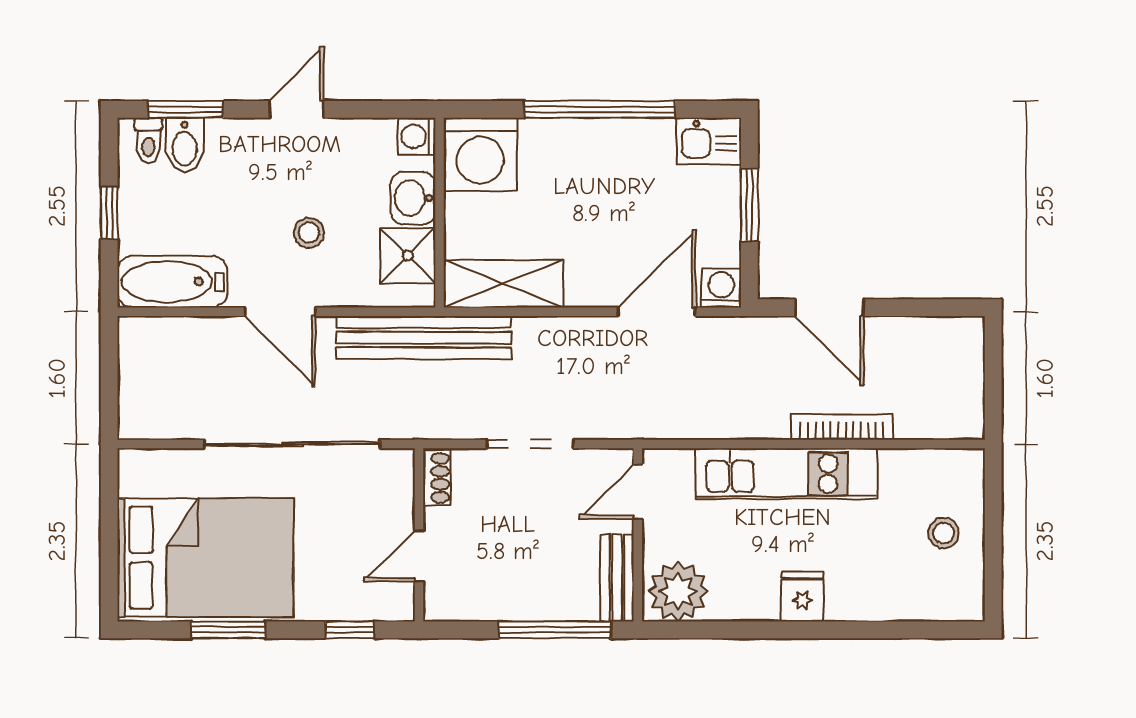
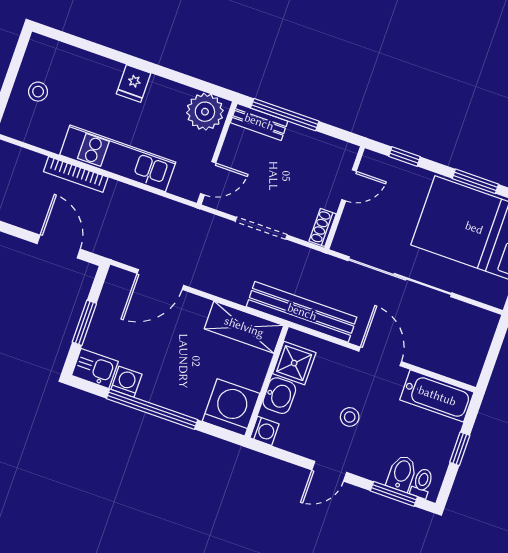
stool: (309, 233) -> (350, 417), moved
washing machine: (721, 288) -> (126, 382), moved, turned 180
bench: (617, 578) -> (259, 122), moved, turned 90

